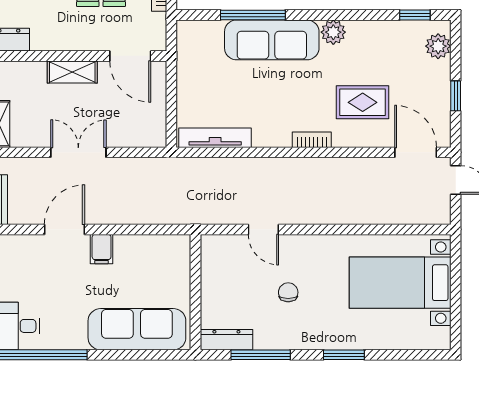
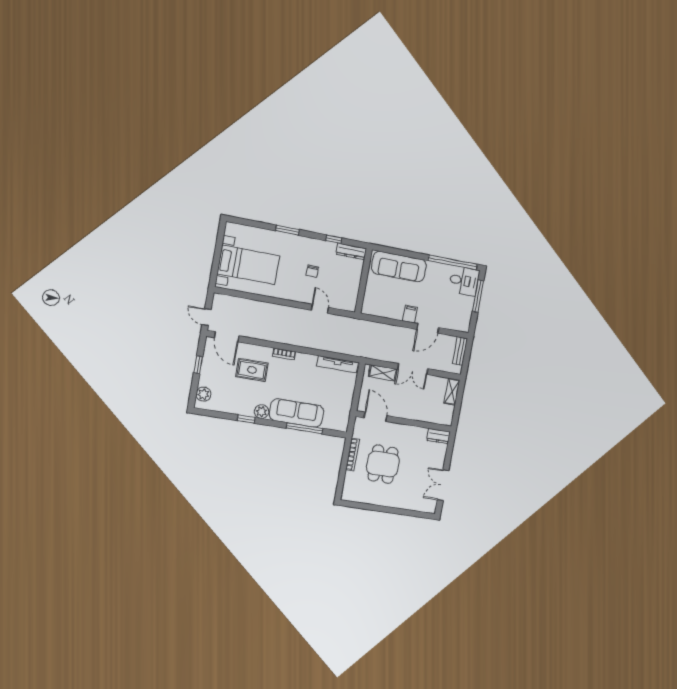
window: (415, 15) -> (246, 419), moved
shelving: (72, 72) -> (383, 373), moved
window: (261, 355) -> (334, 239), width x0.46

